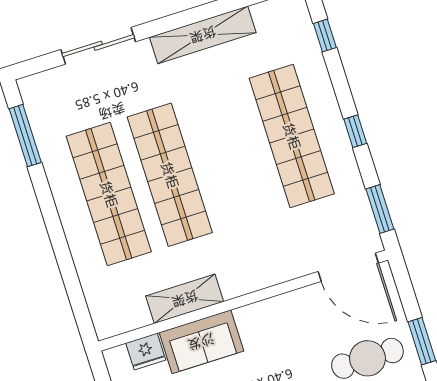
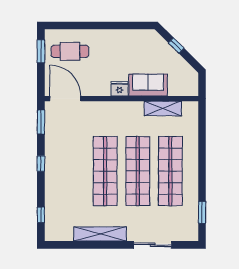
window: (25, 136) -> (202, 212), width x0.69
shop shelf: (292, 136) -> (105, 171), moved
shelving: (185, 299) -> (163, 108), moved
fridge: (146, 352) -> (120, 89), moved

